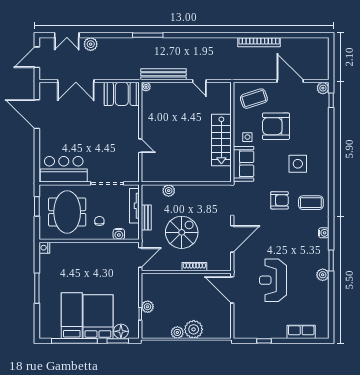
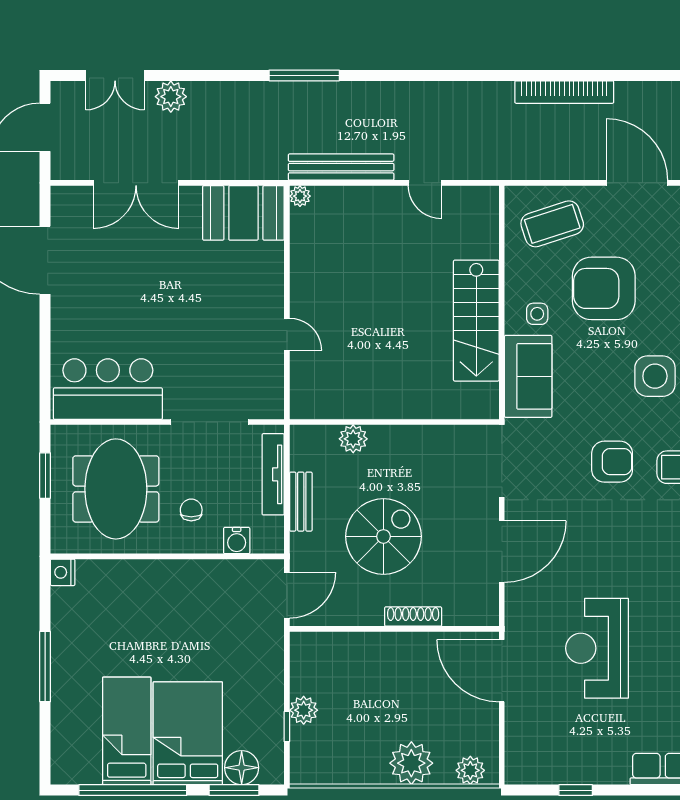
plant: (177, 332) -> (470, 770), moved

